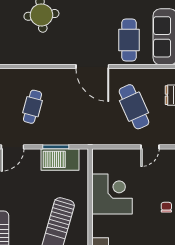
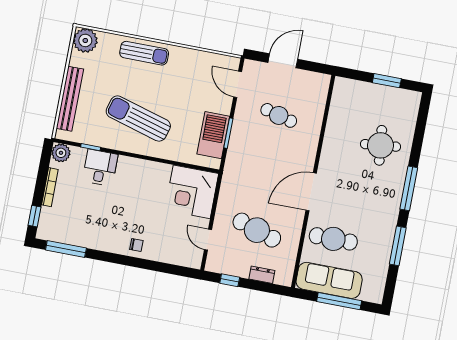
cafe table: (134, 107) -> (257, 230), turned 42
corner desk: (112, 194) -> (192, 192), moved, turned 90

